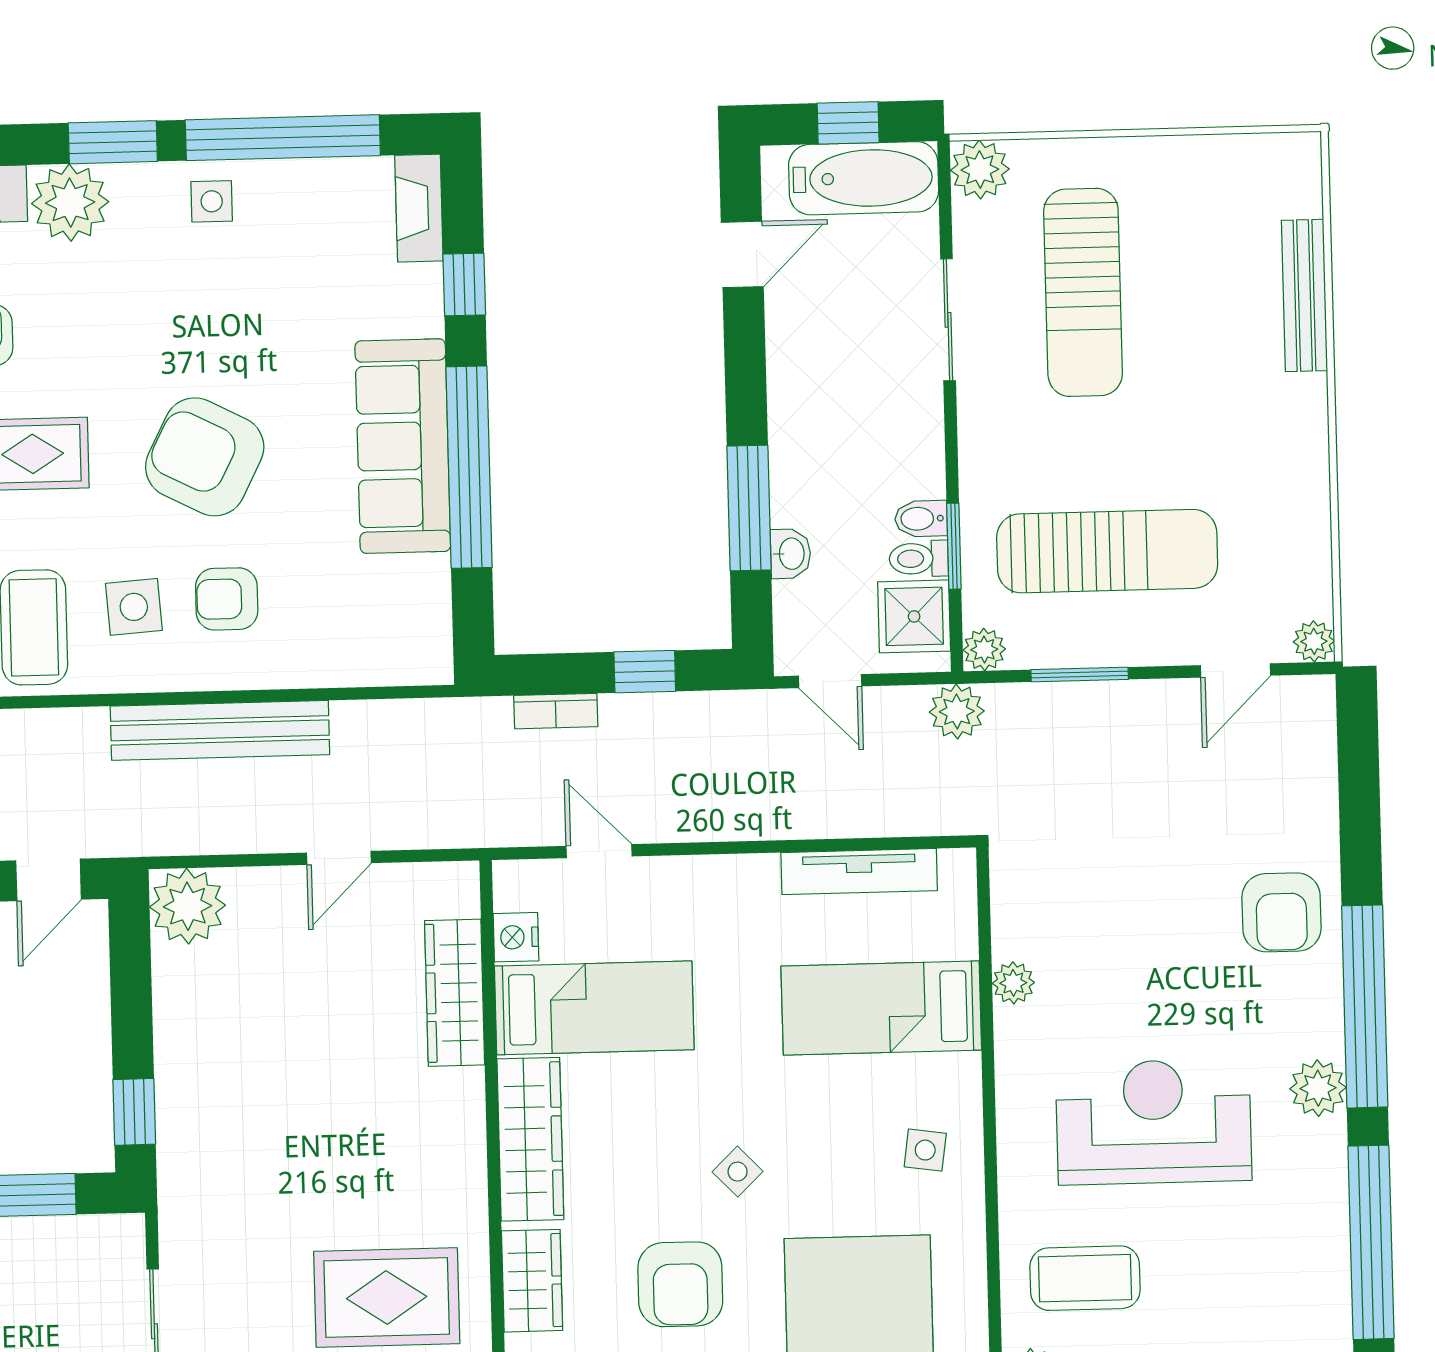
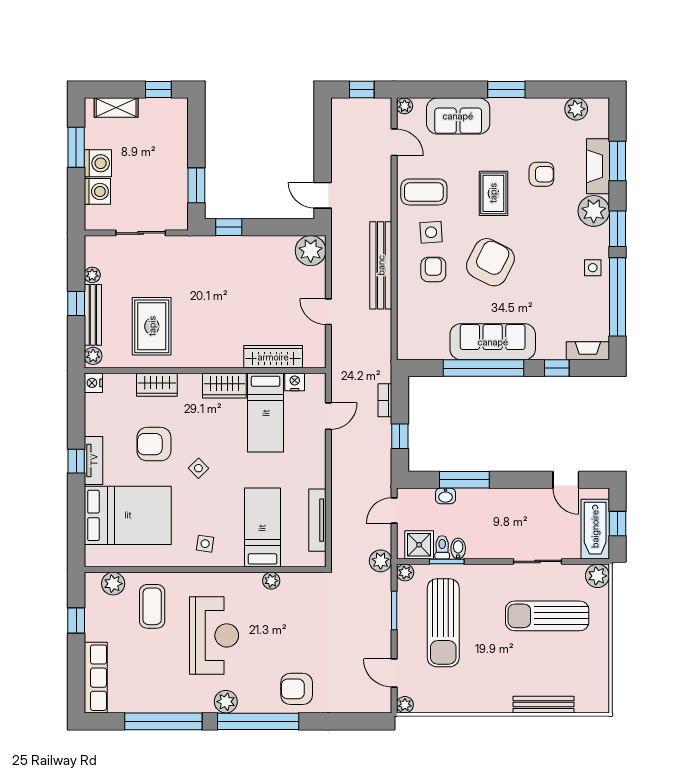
wardrobe: (530, 1139) -> (224, 386), width x0.67

